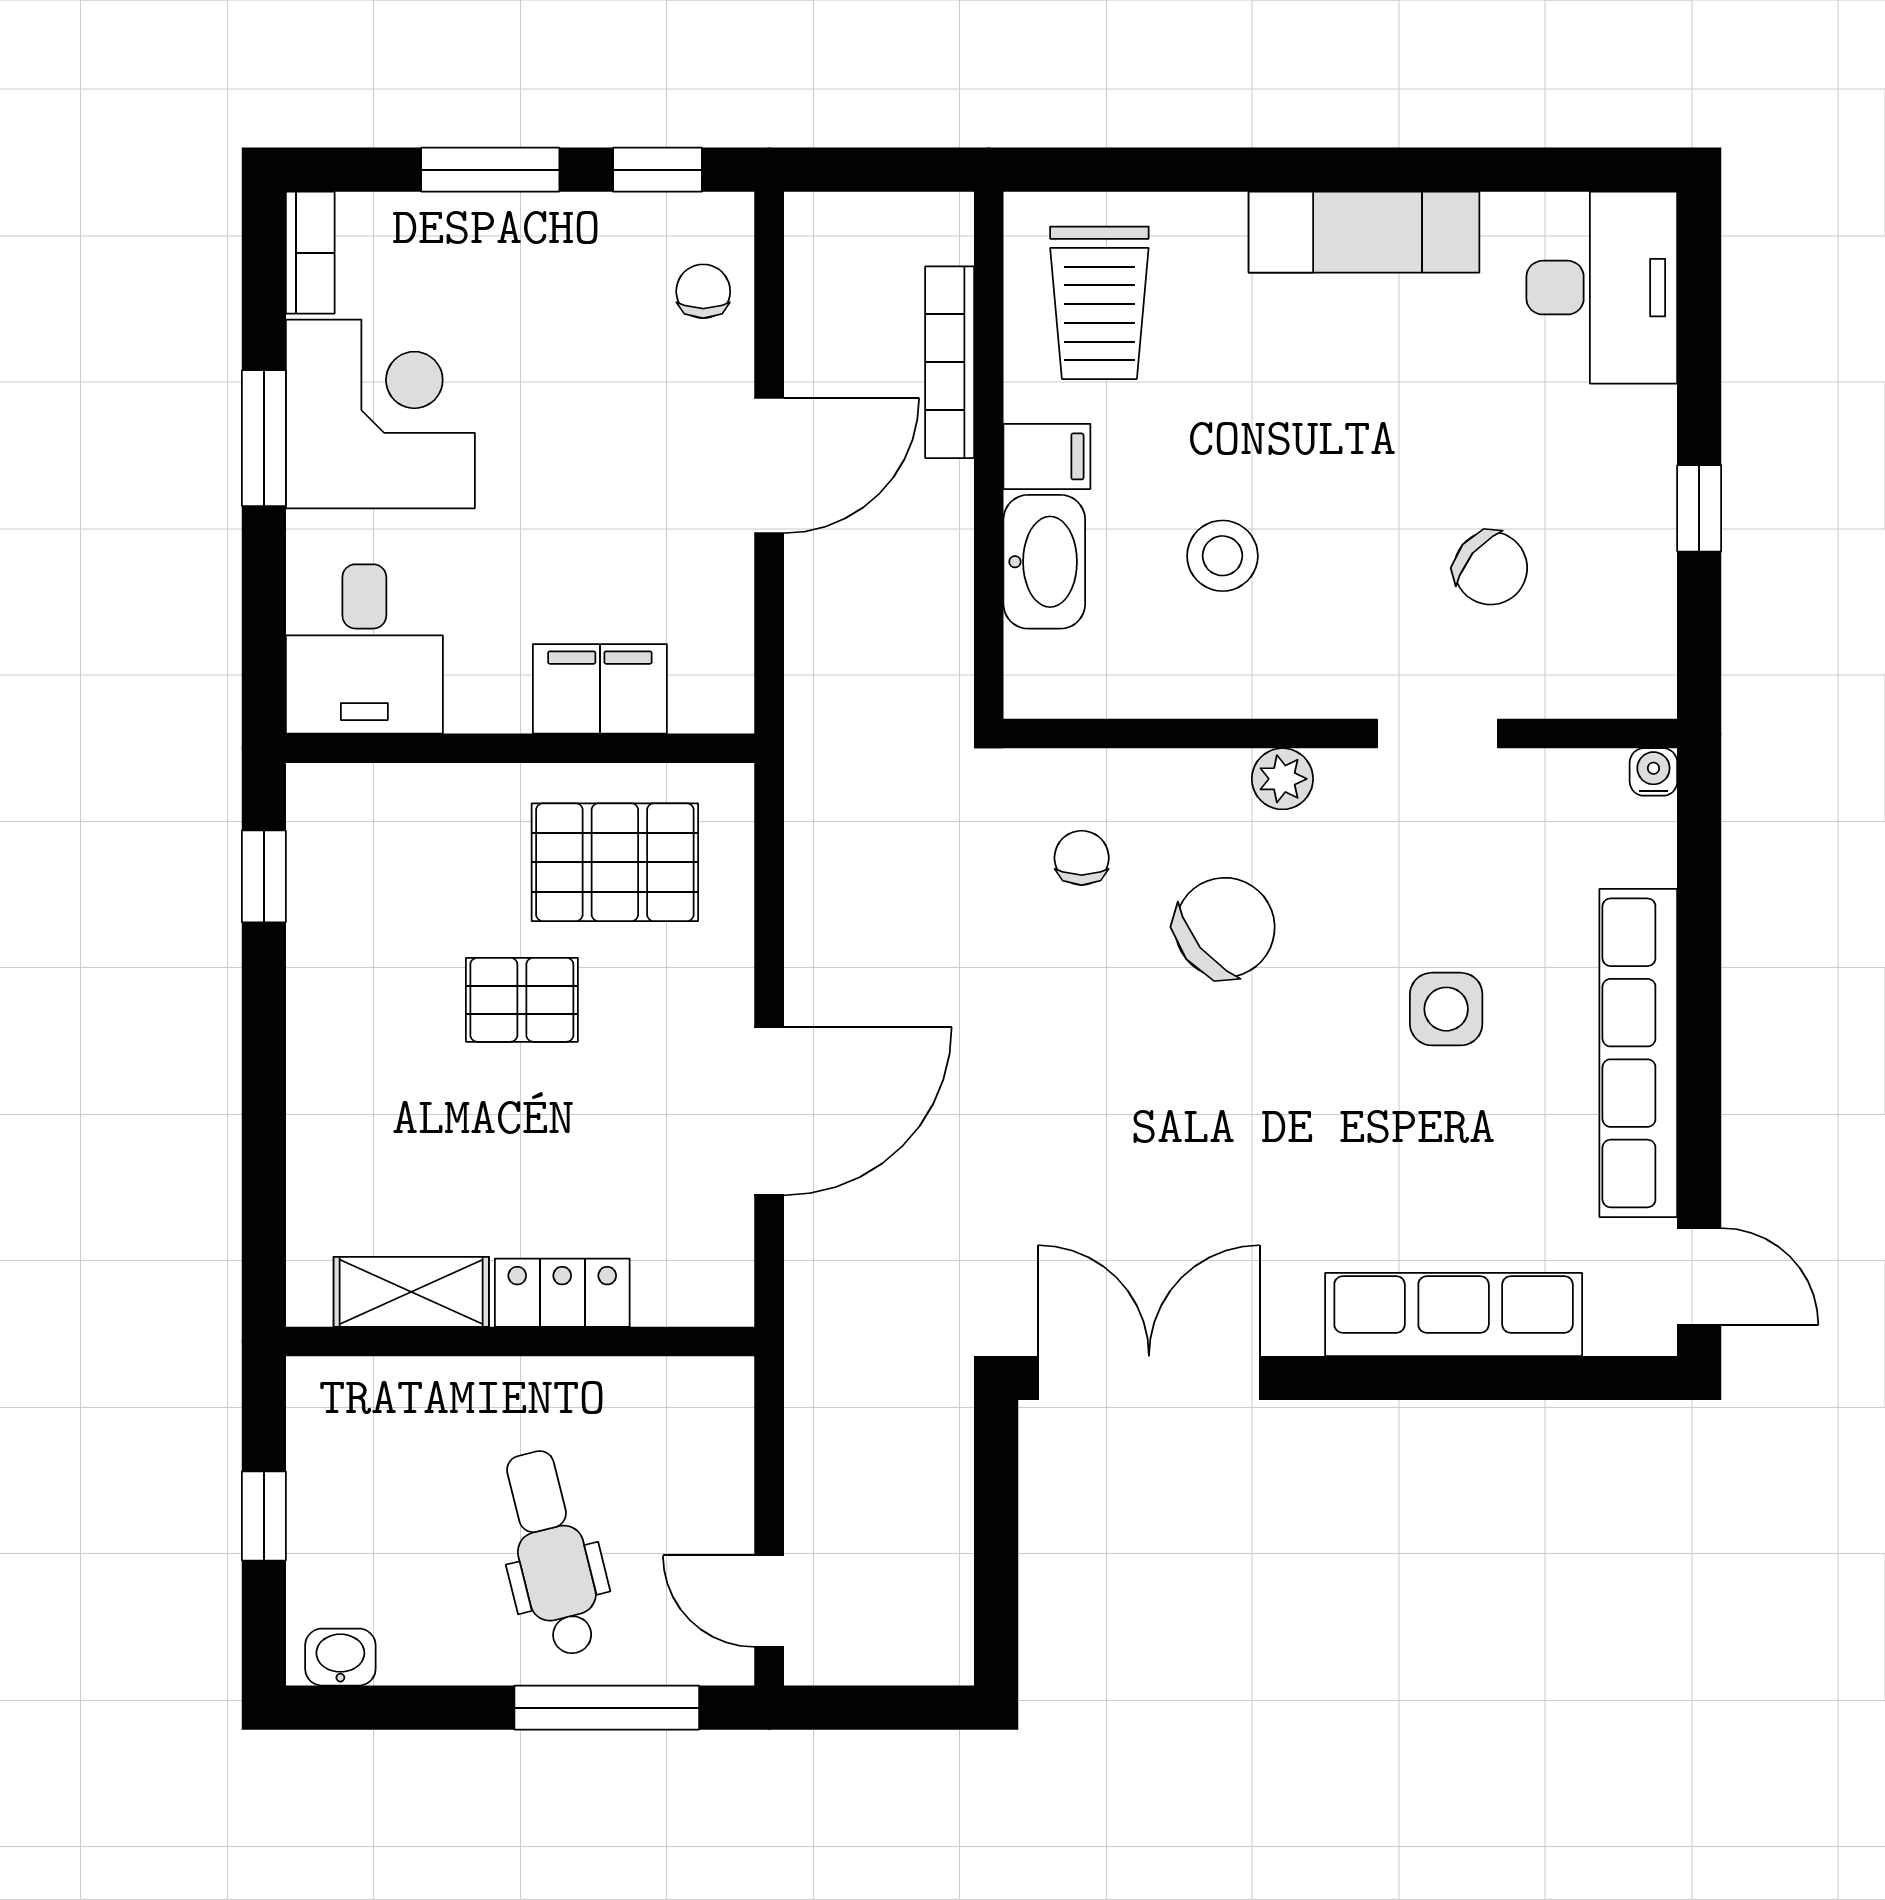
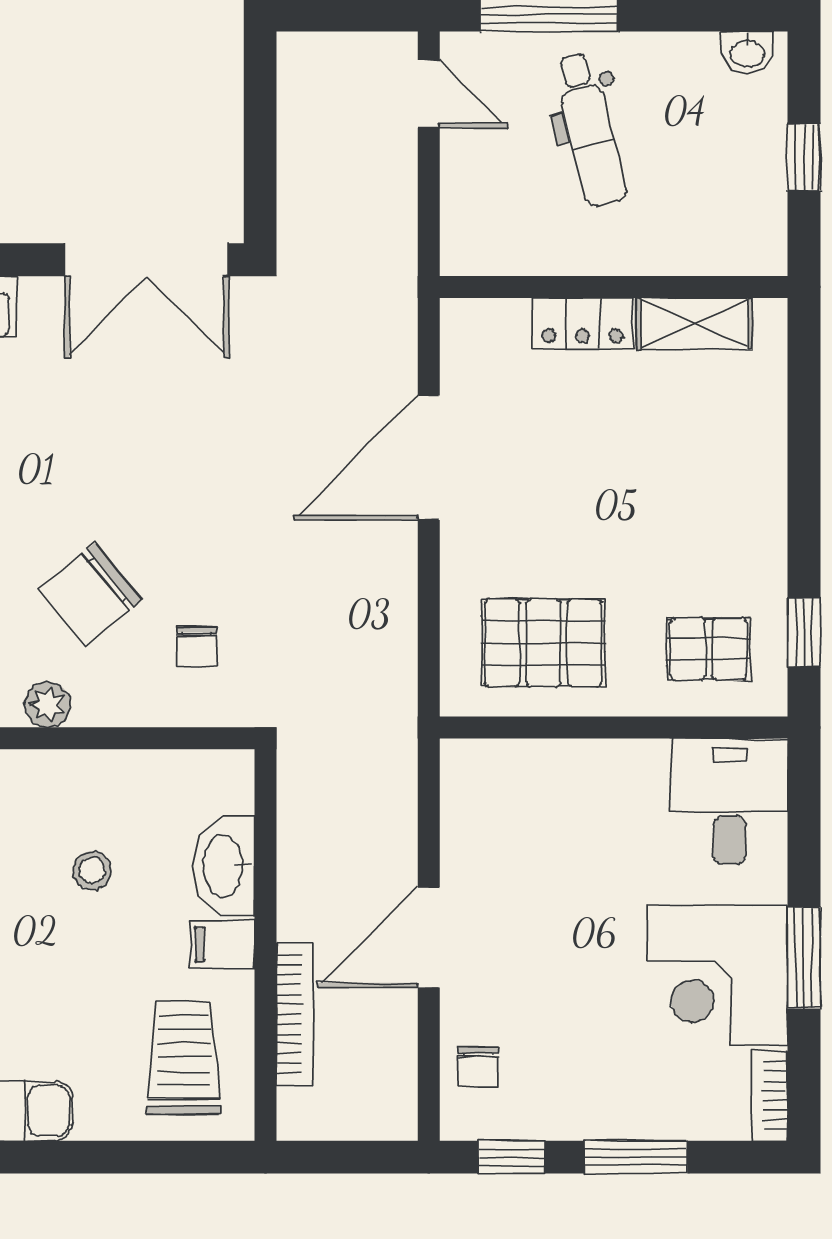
stool: (1222, 556) -> (92, 870), width x0.73, depth x0.73
filing cabinet: (600, 689) -> (554, 772), removed
pallet: (522, 1000) -> (709, 649), moved

